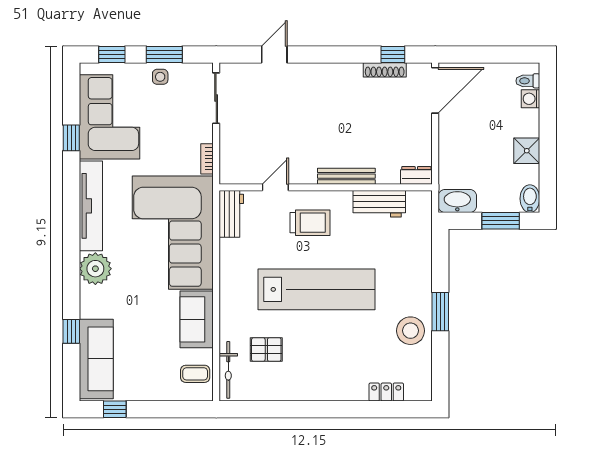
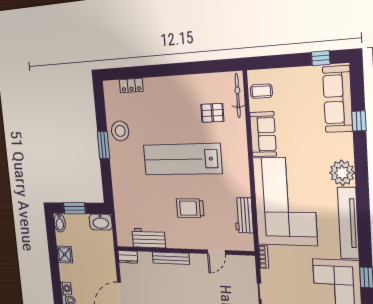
dresser: (416, 175) -> (128, 257), moved
bench: (346, 176) -> (171, 258), moved
door: (275, 187) -> (216, 252), moved
wall: (326, 187) -> (183, 251), moved
workbench: (379, 204) -> (149, 238), moved

